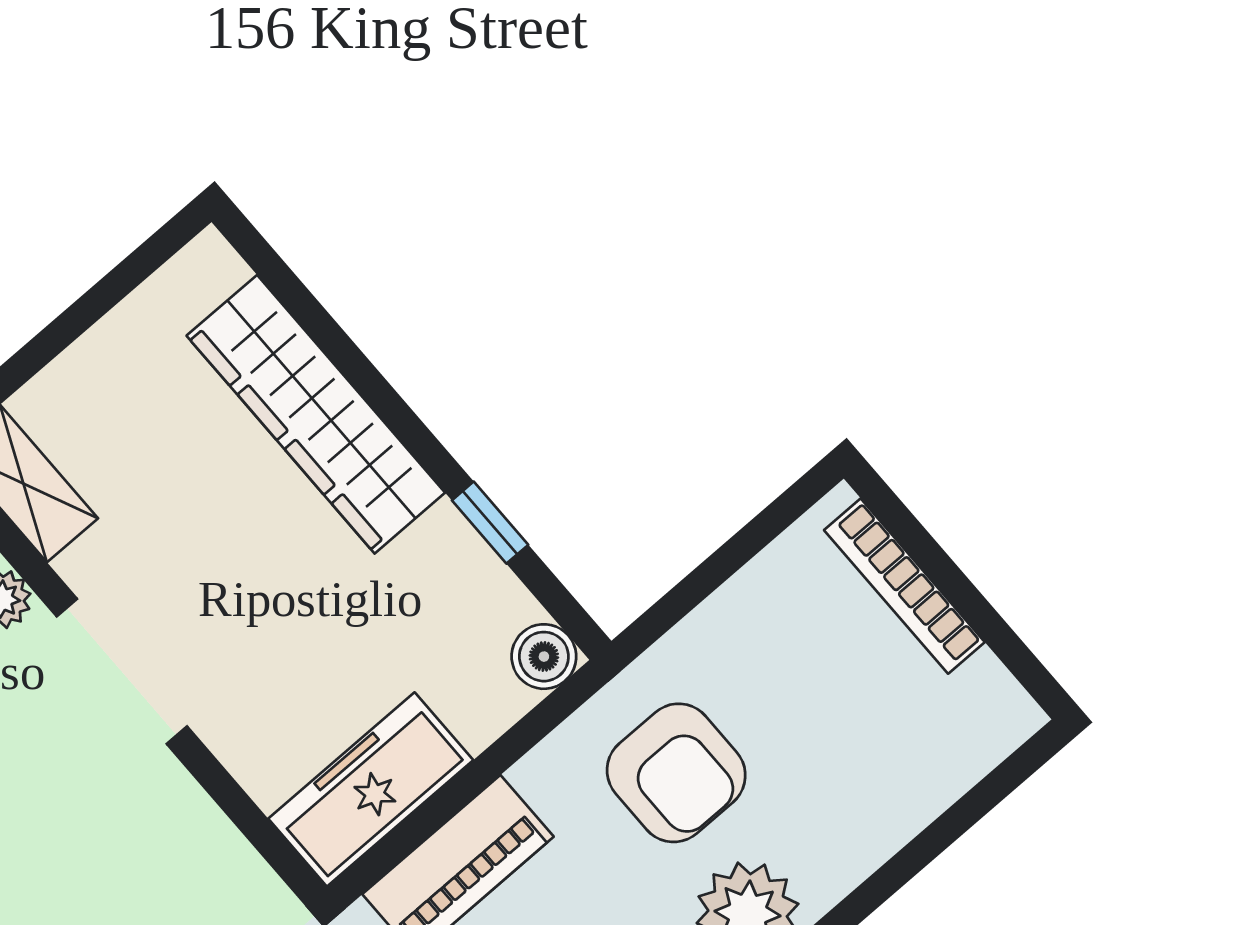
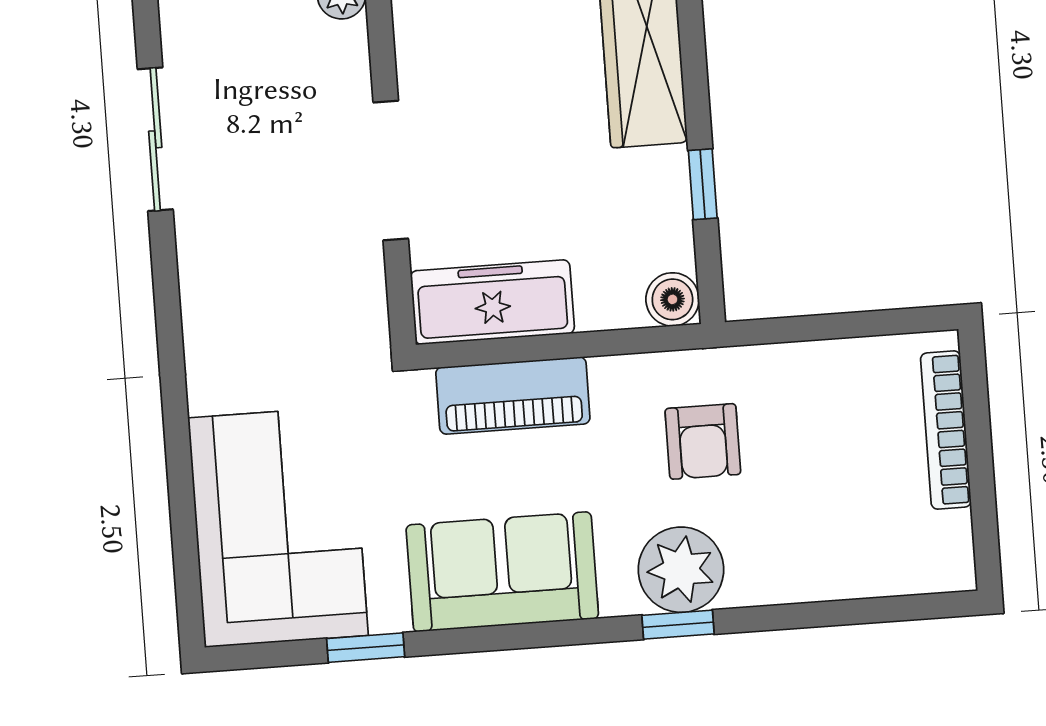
doorway: (122, 671) -> (391, 171), moved
armchair: (676, 773) -> (703, 441), width x0.72, depth x0.72

